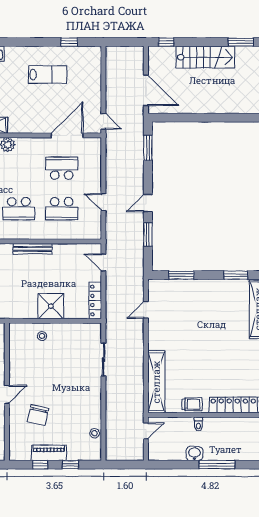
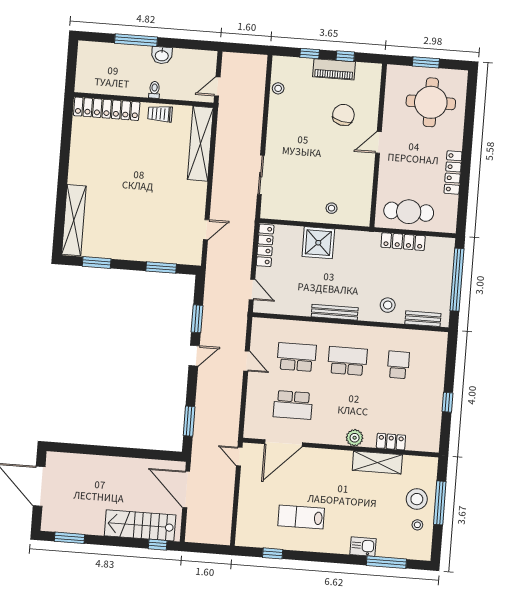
stairs: (205, 57) -> (140, 525), moved

